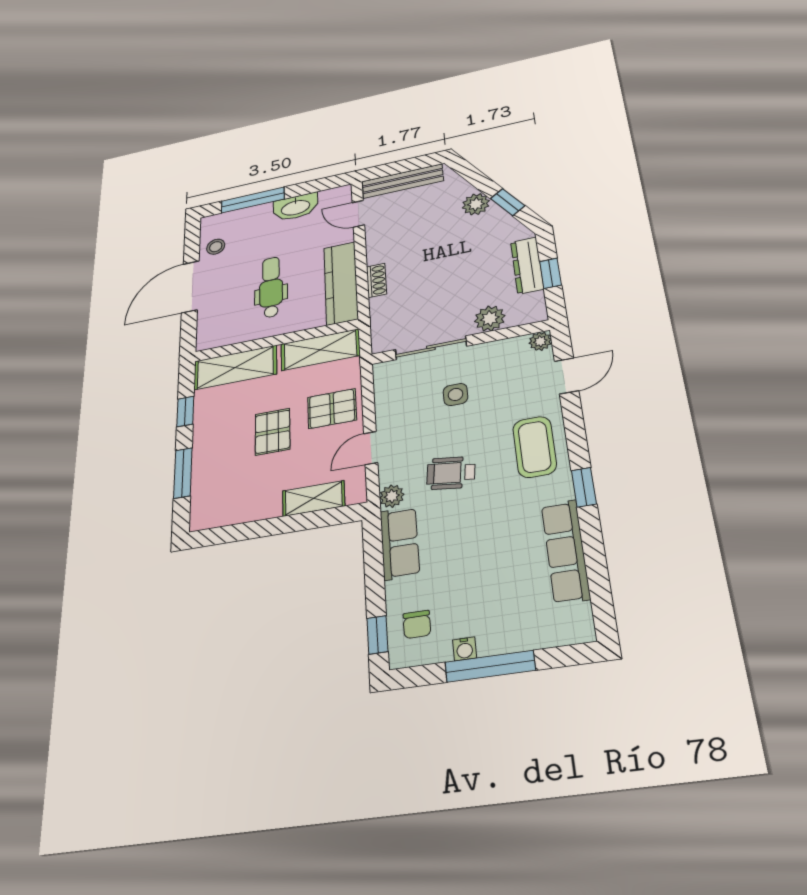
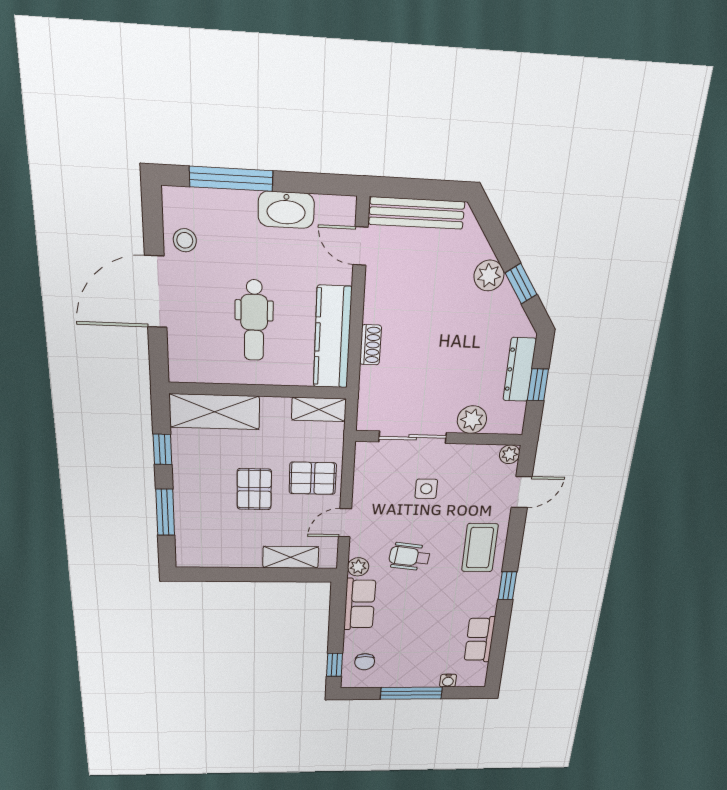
dental chair: (271, 287) -> (254, 321), turned 180
shelving: (320, 350) -> (319, 409), width x0.67, depth x0.75
row of seats: (566, 551) -> (480, 639), width x0.68
water cooler: (465, 649) -> (448, 681), moved

